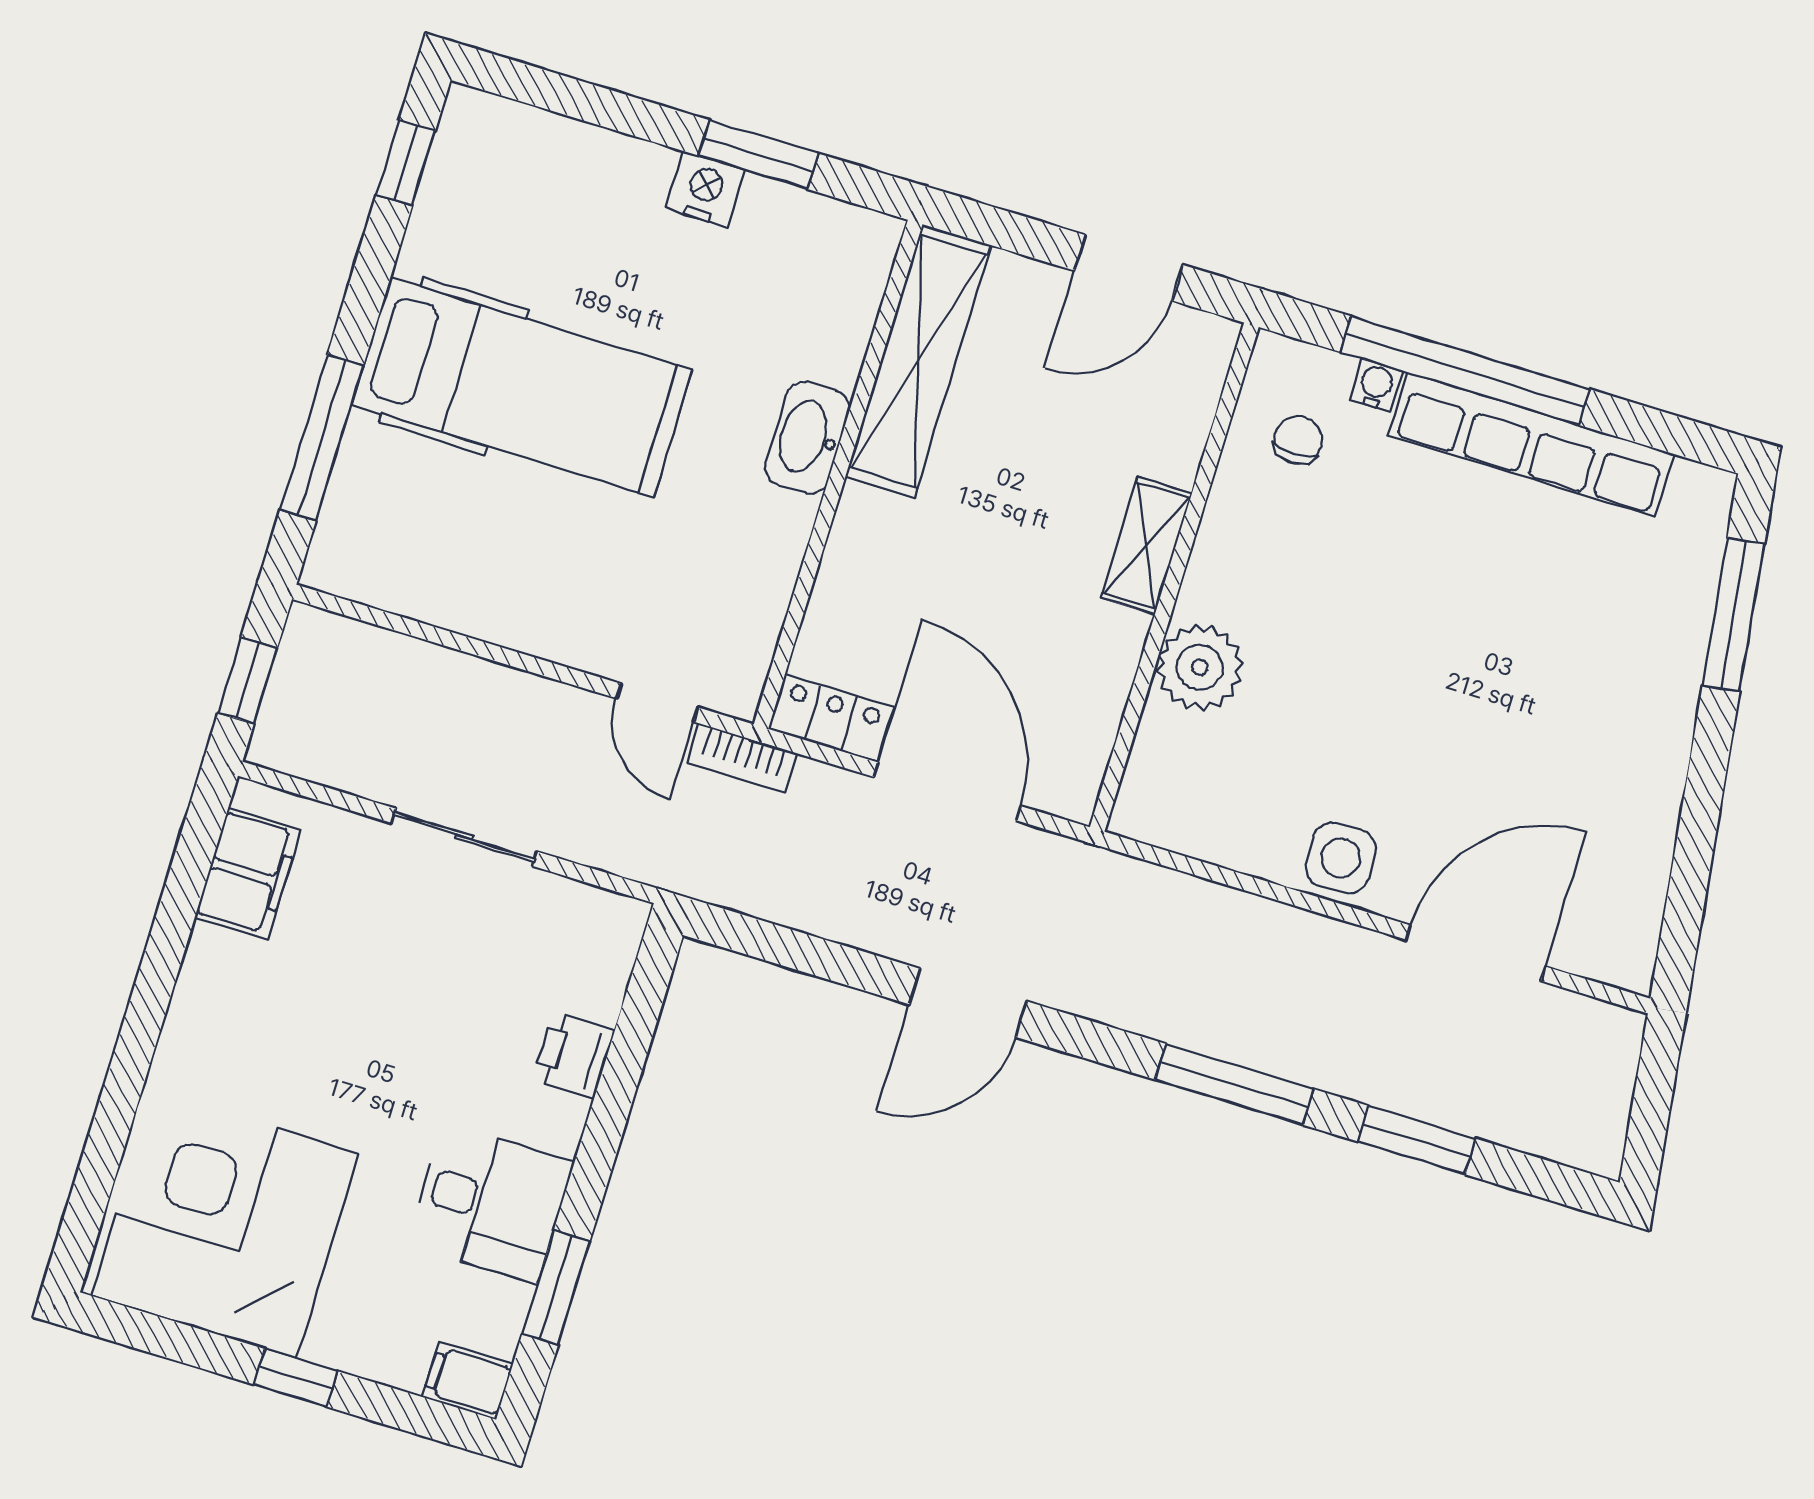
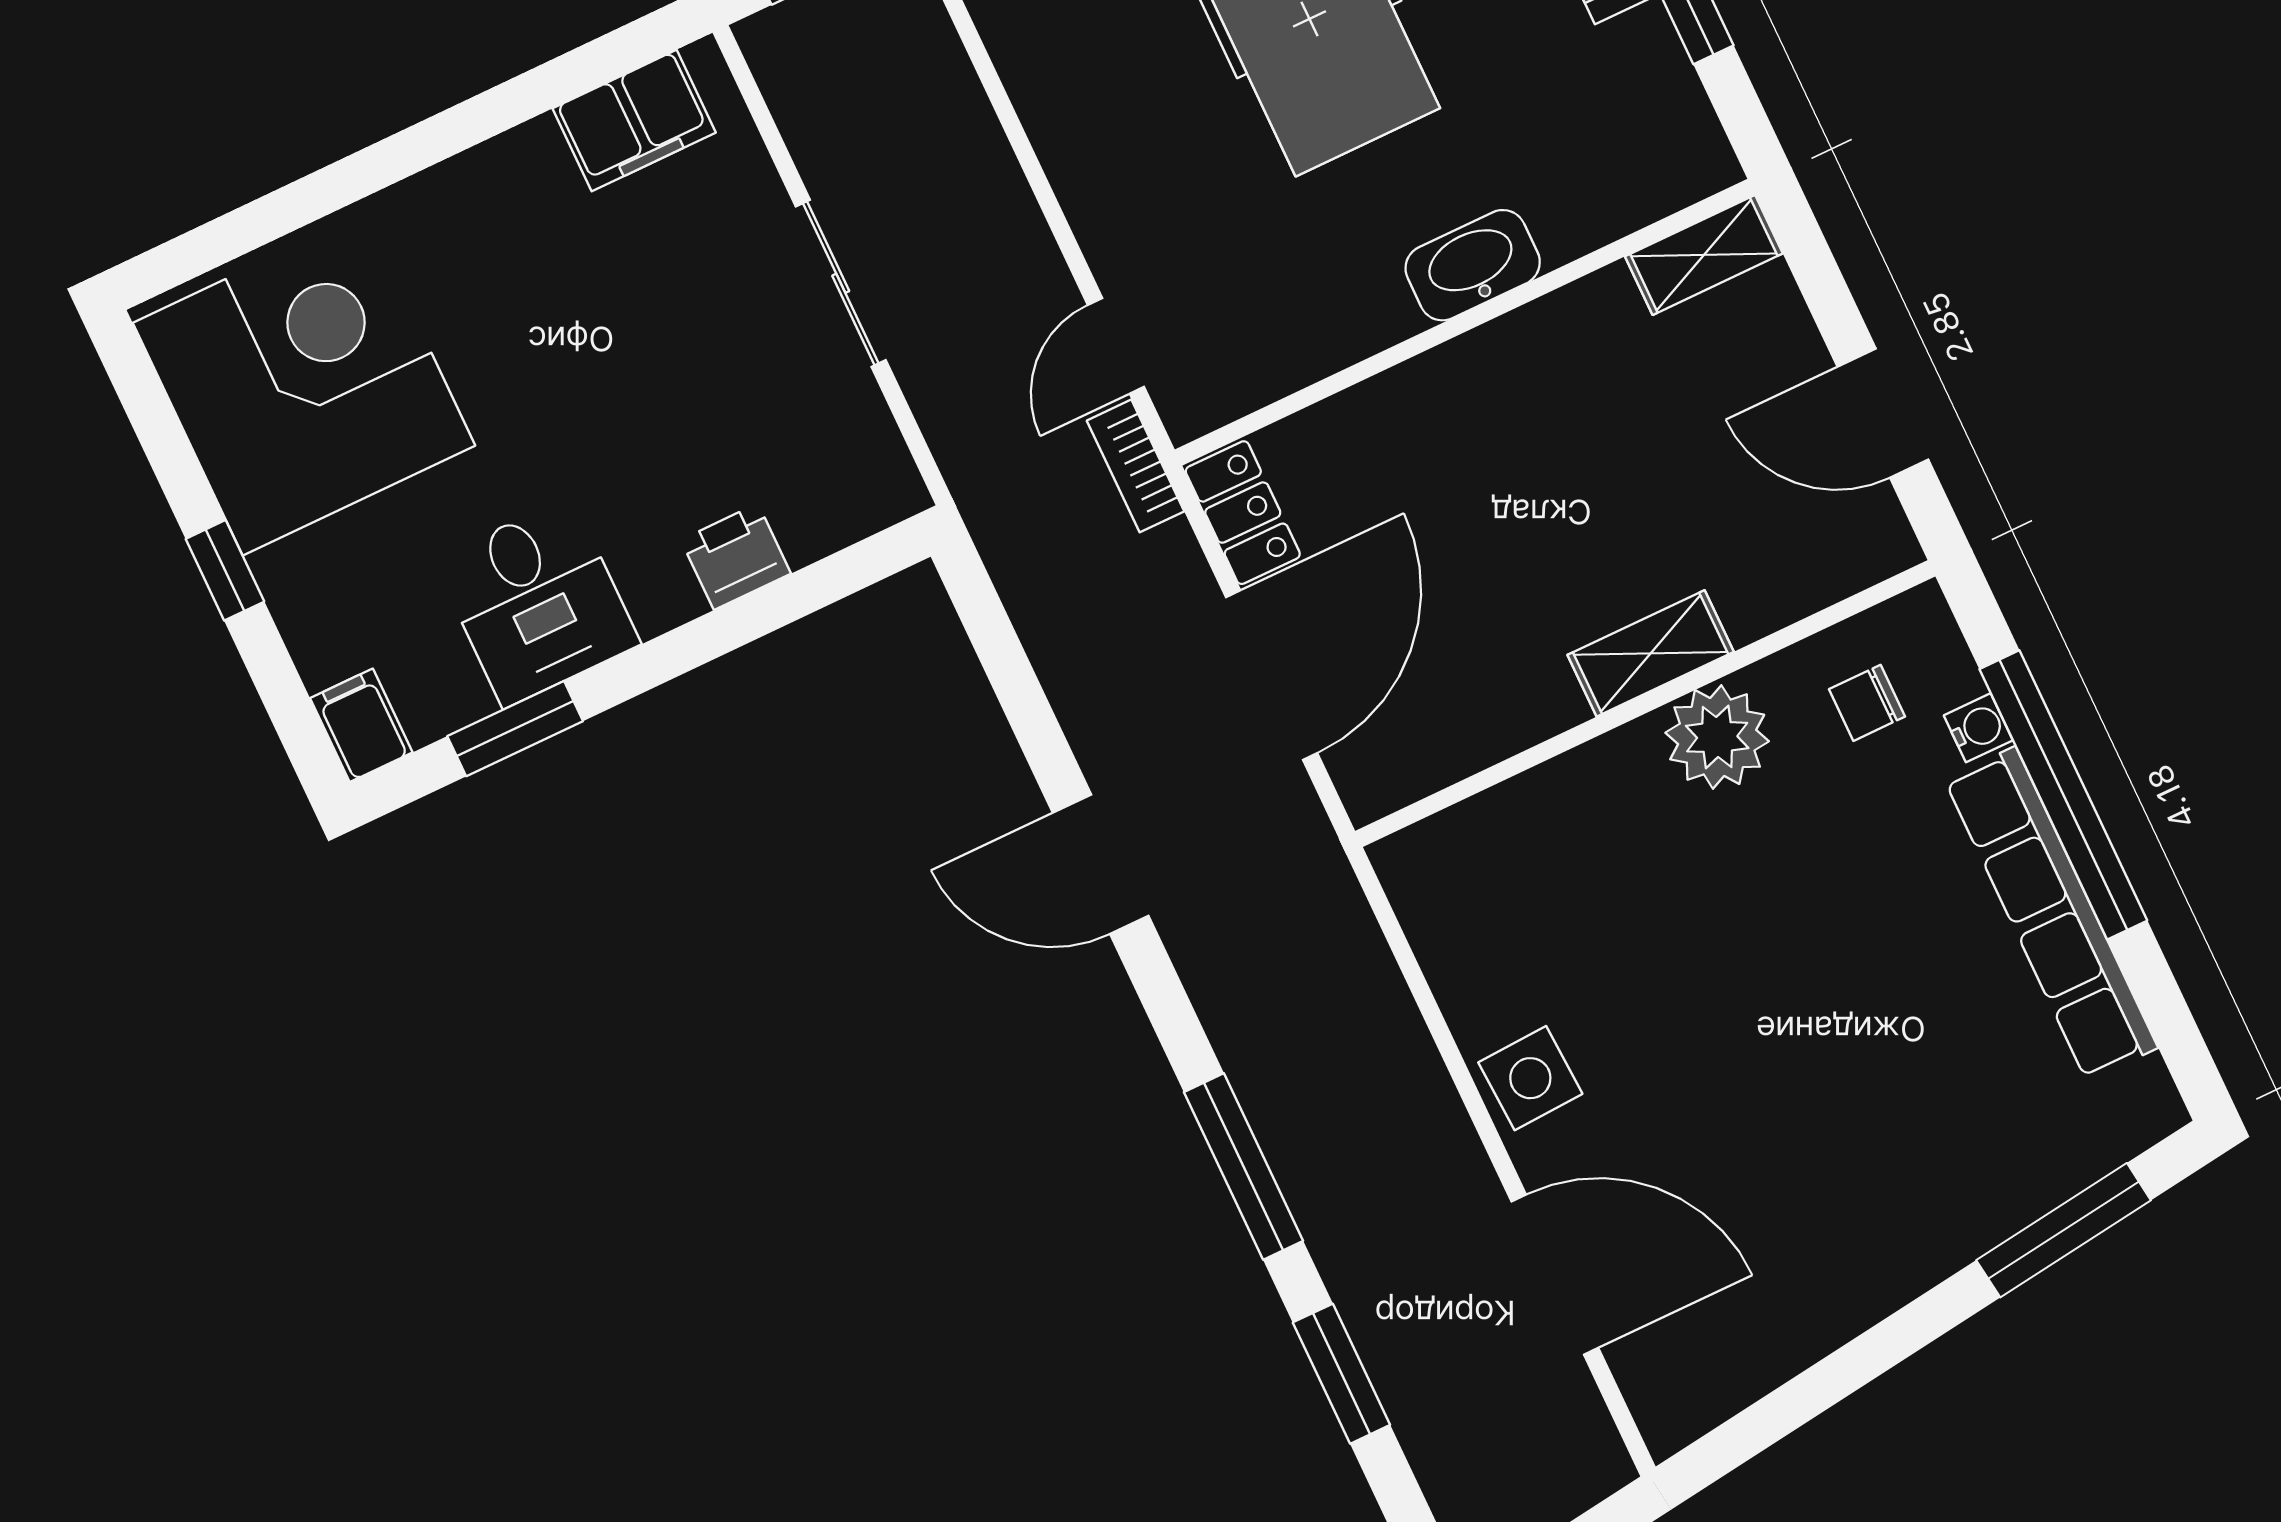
shelving: (918, 361) -> (1704, 255), width x0.45, depth x0.75
chair: (1298, 440) -> (1867, 703), turned 180
plant: (1200, 667) -> (1717, 737), moved

